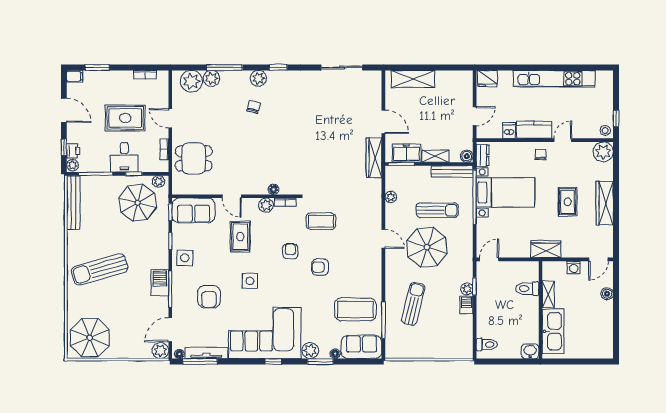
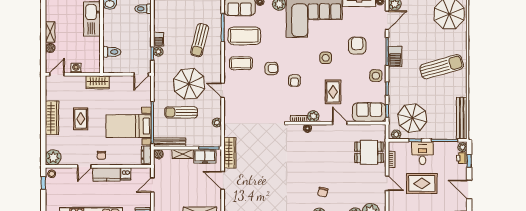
coffee table: (321, 221) -> (241, 63), moved
shelving: (548, 294) -> (50, 32), moved

